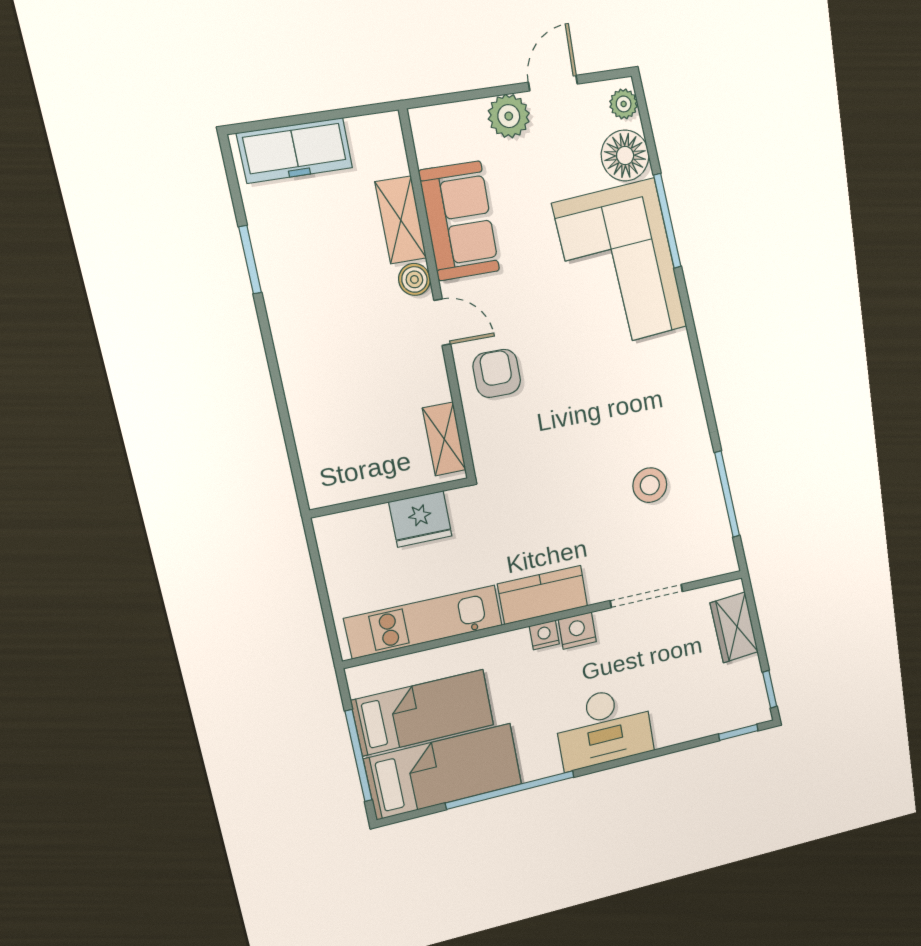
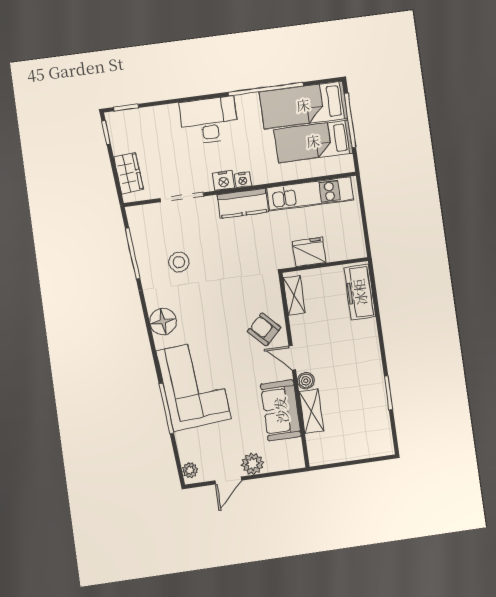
freezer: (295, 151) -> (360, 292), moved, turned -90
floor lamp: (625, 156) -> (163, 322), moved
armchair: (497, 373) -> (264, 329), turned 136

